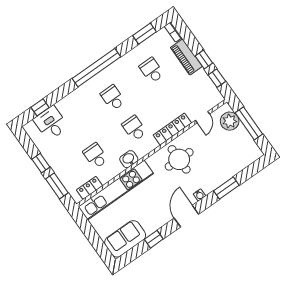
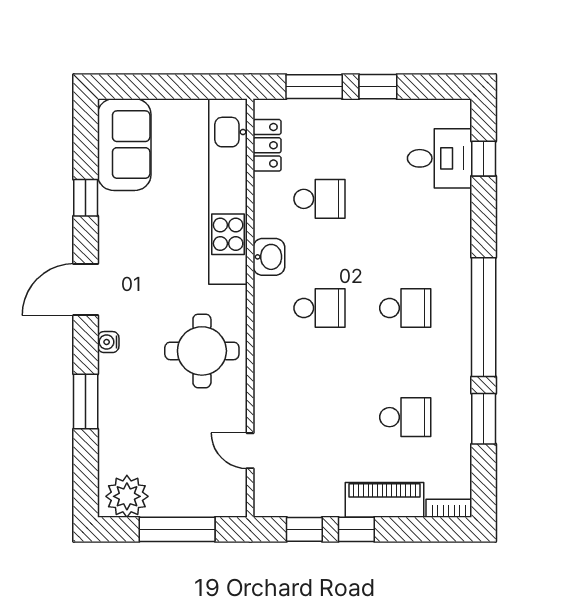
window: (144, 34) -> (484, 419), moved
plant: (230, 121) -> (127, 496), moved
locker: (172, 129) -> (268, 378), removed
door: (186, 216) -> (86, 290), swing flipped

